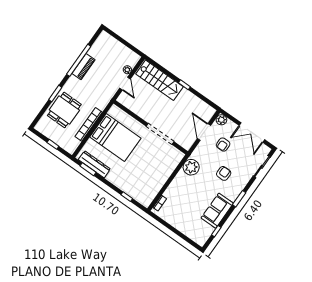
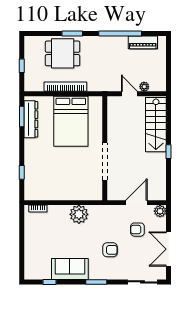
piano: (83, 67) -> (143, 42), moved
door: (125, 84) -> (129, 94), swing flipped
plant: (191, 167) -> (79, 214), moved

